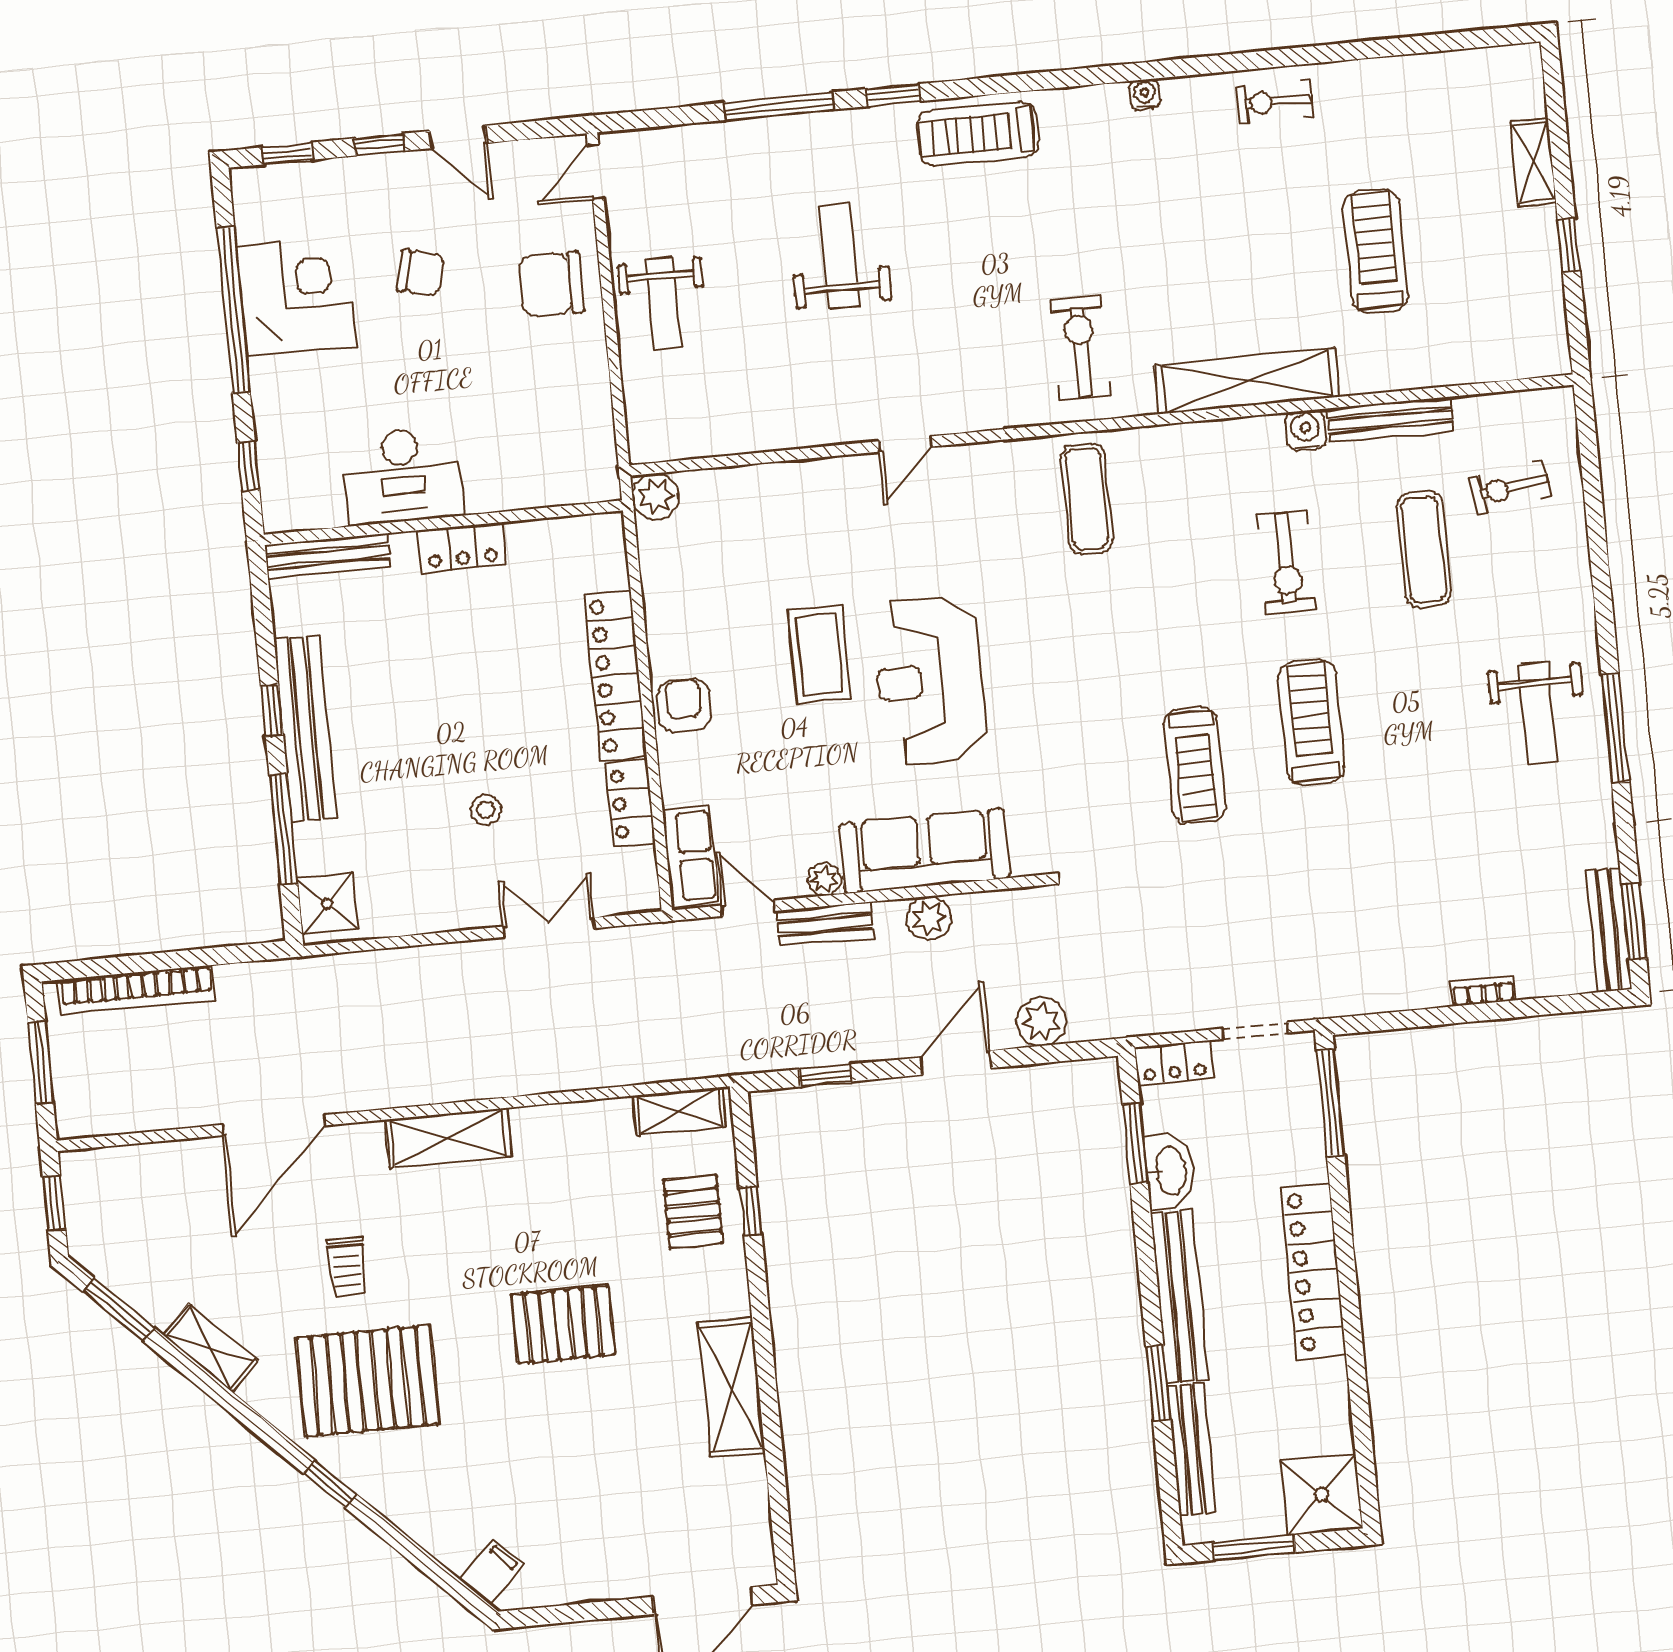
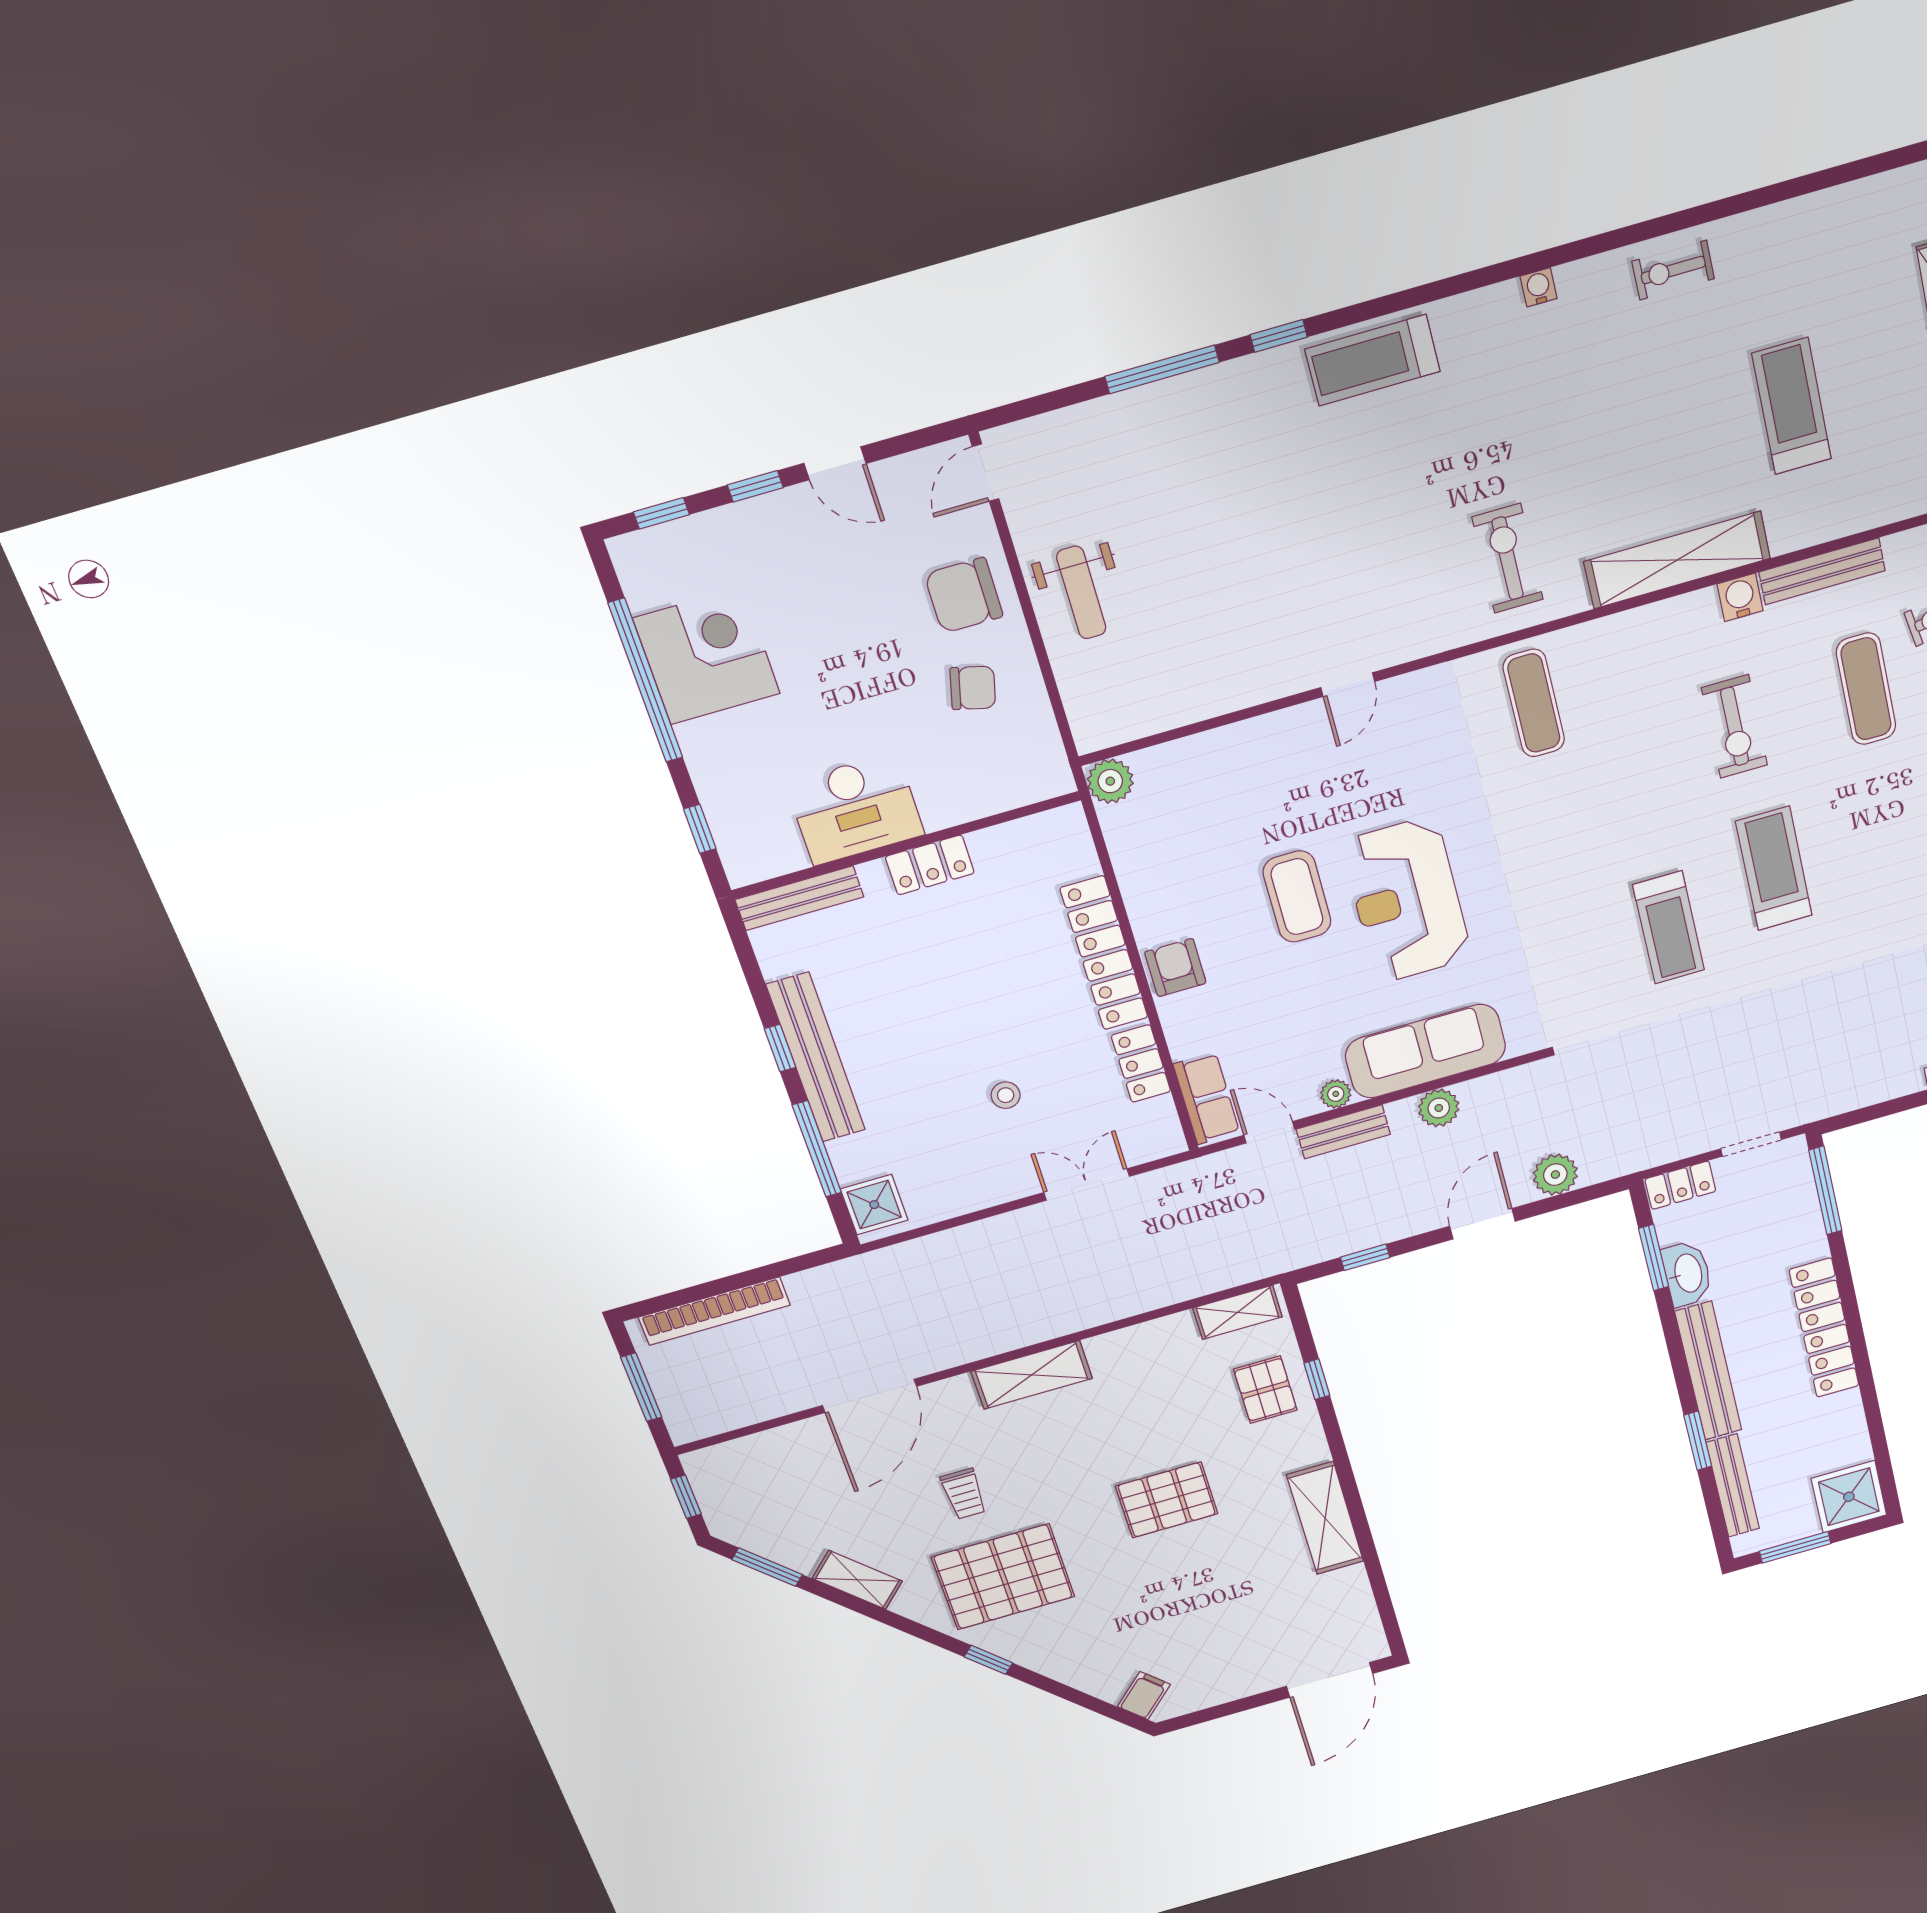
weight bench: (840, 256) -> (1251, 512), removed
chair: (420, 273) -> (973, 688), moved

